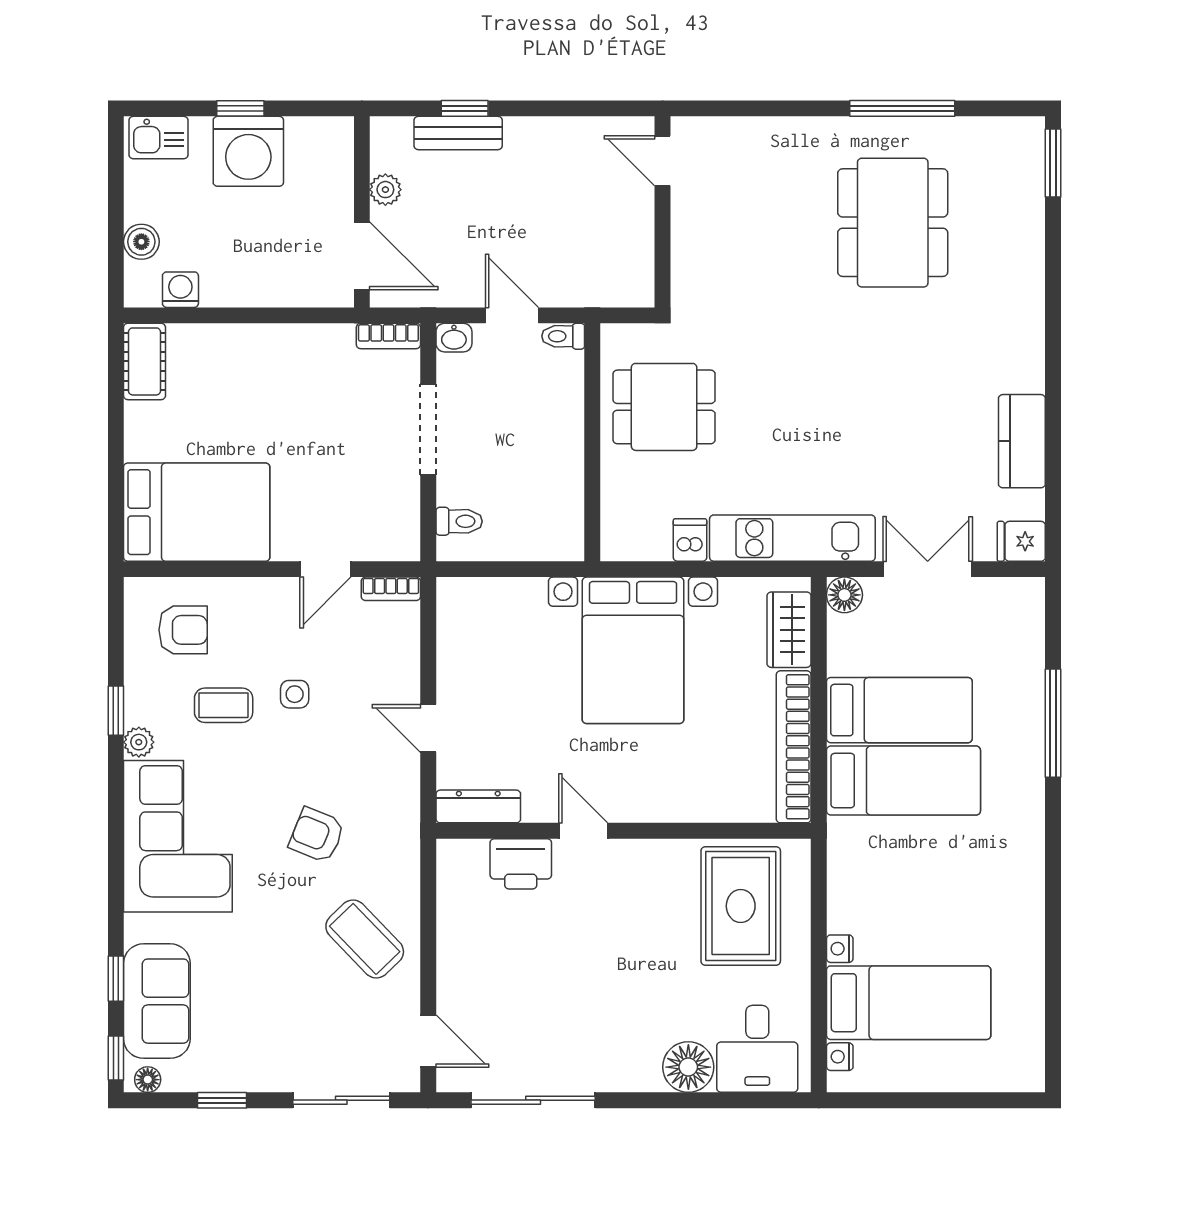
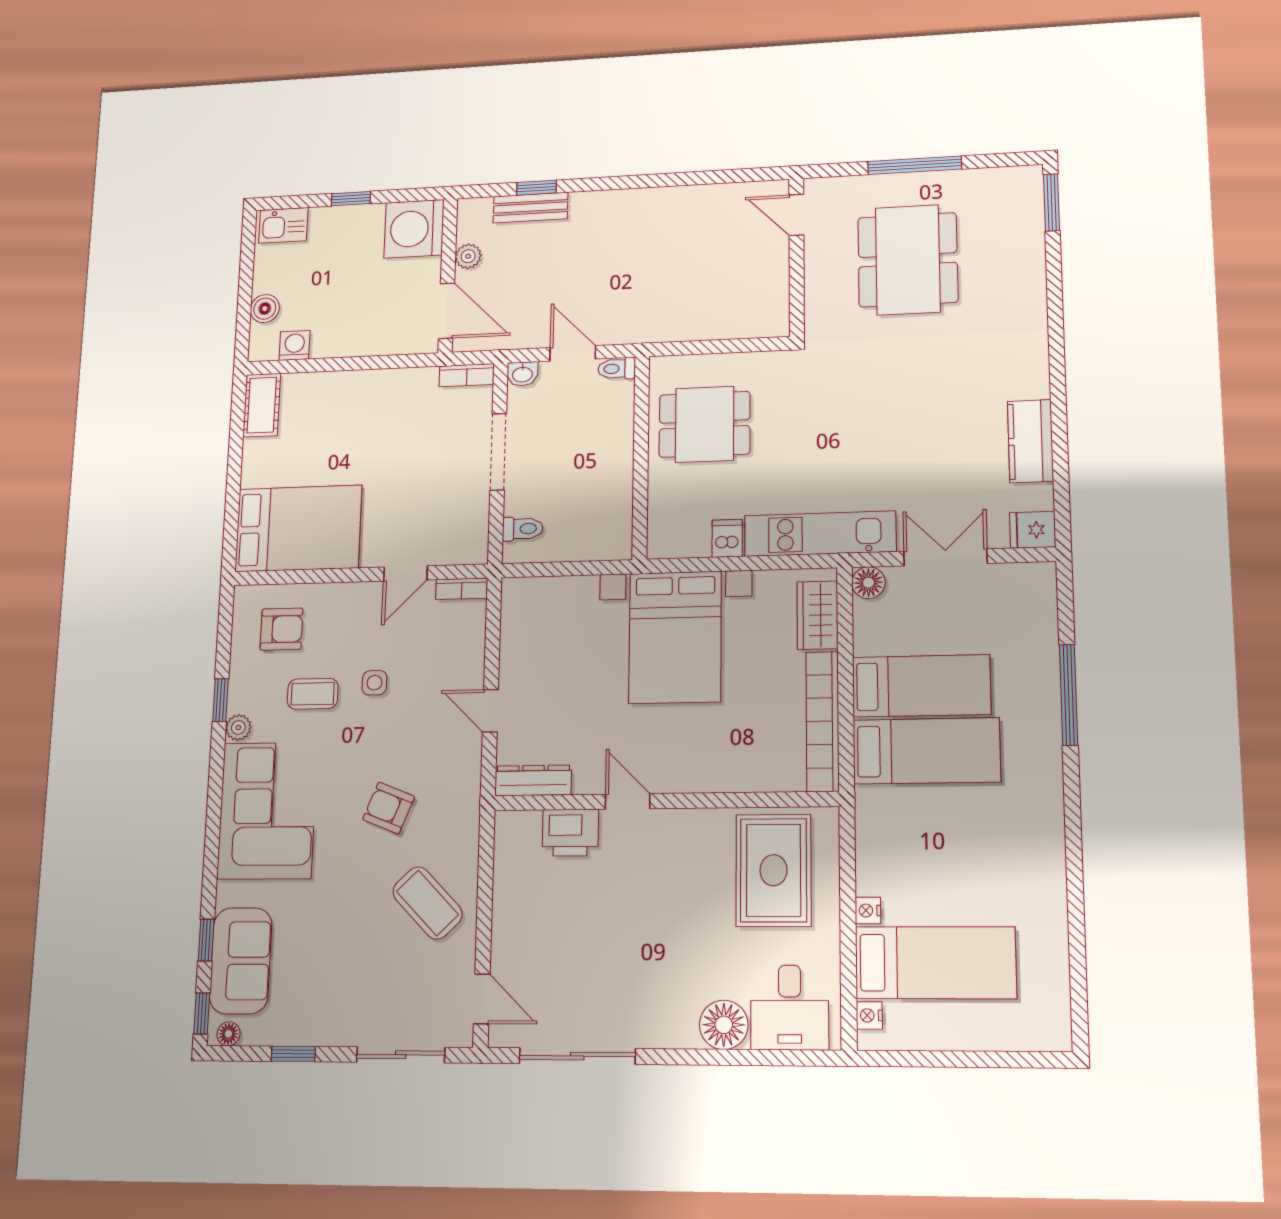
washing machine: (248, 151) -> (414, 229), moved, turned 90
door: (663, 161) -> (796, 215), moved
wall: (663, 212) -> (797, 257), moved

